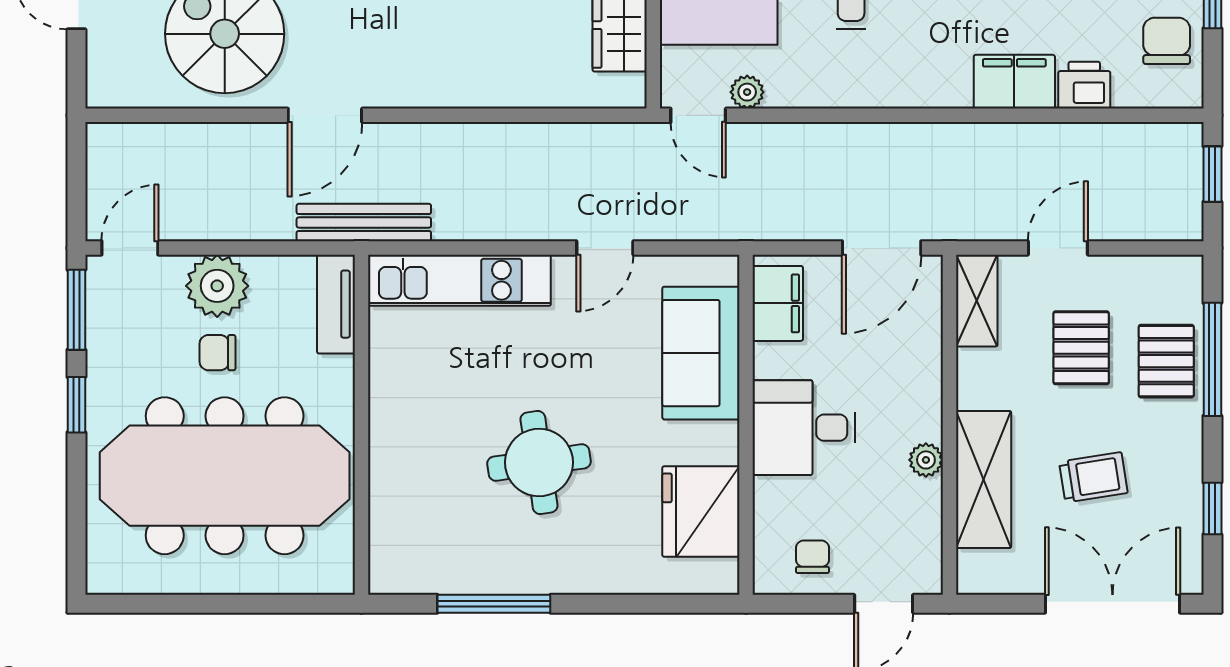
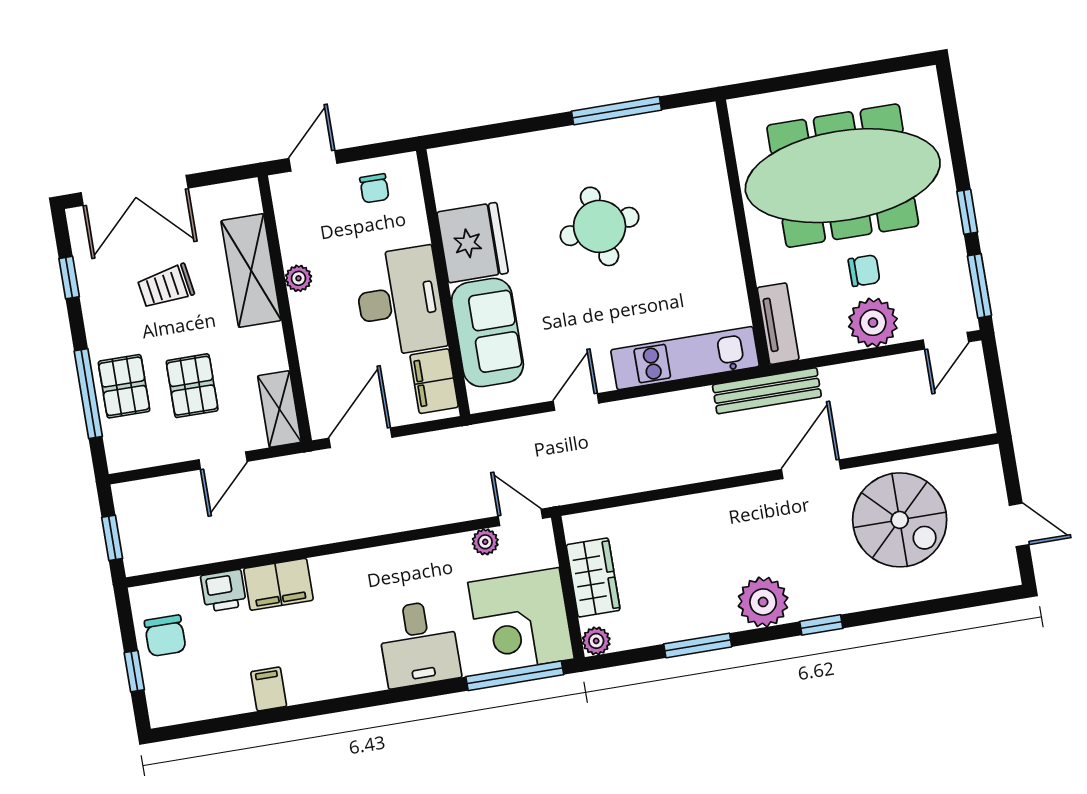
desk: (804, 428) -> (400, 302), width x1.37
fridge: (701, 512) -> (473, 243), moved

